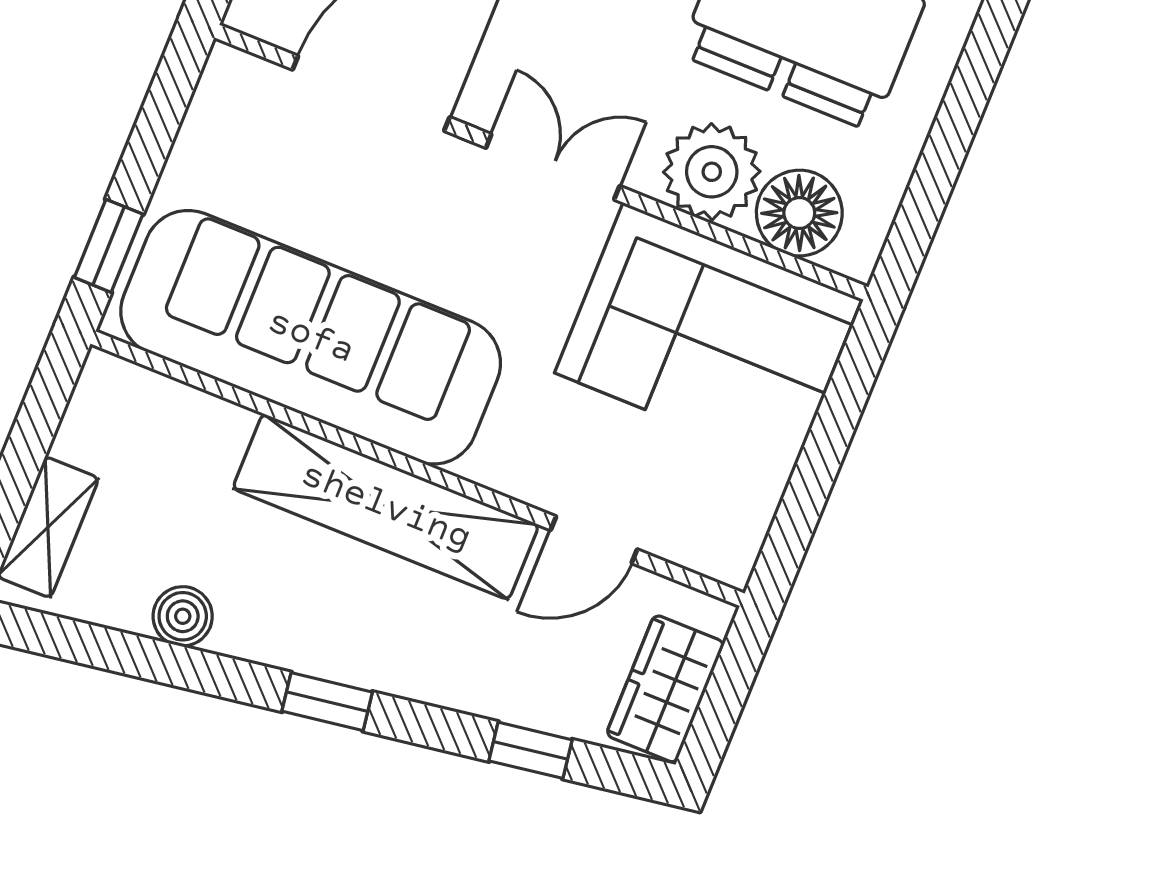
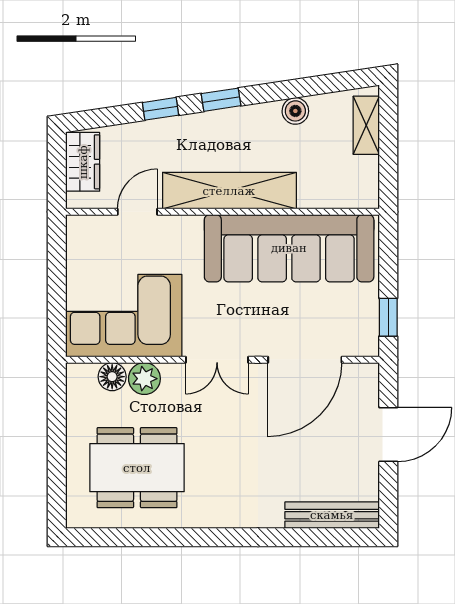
plant: (712, 172) -> (144, 379), width x0.73, depth x0.73
floor lamp: (799, 213) -> (112, 377), width x0.73, depth x0.73
window: (109, 246) -> (388, 317), moved
window: (530, 750) -> (161, 109), moved

